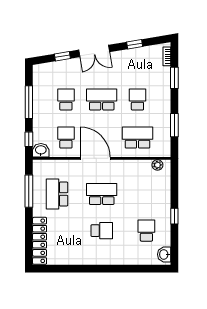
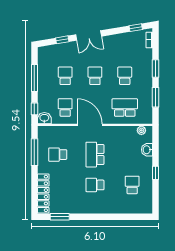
window: (135, 44) -> (136, 28), moved
window: (174, 78) -> (155, 68), moved
school desk: (102, 100) -> (95, 76), width x0.54
school desk: (57, 194) -> (58, 155), width x0.54
school desk: (102, 194) -> (95, 155), turned -90
school desk: (102, 231) -> (95, 185), turned 180
washbasin: (164, 254) -> (147, 150), moved
window: (59, 269) -> (60, 217), added

